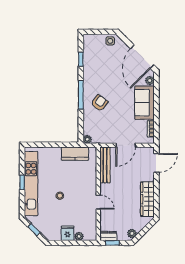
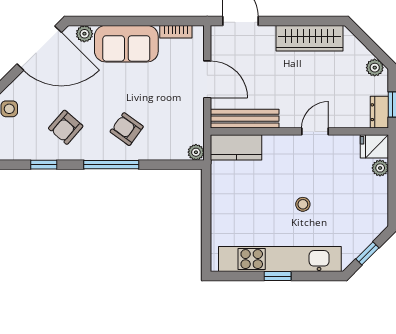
armchair: (100, 71) -> (66, 127), added
kitchen counter: (75, 154) -> (236, 147), moved, turned 90
fridge: (68, 233) -> (374, 146), moved

